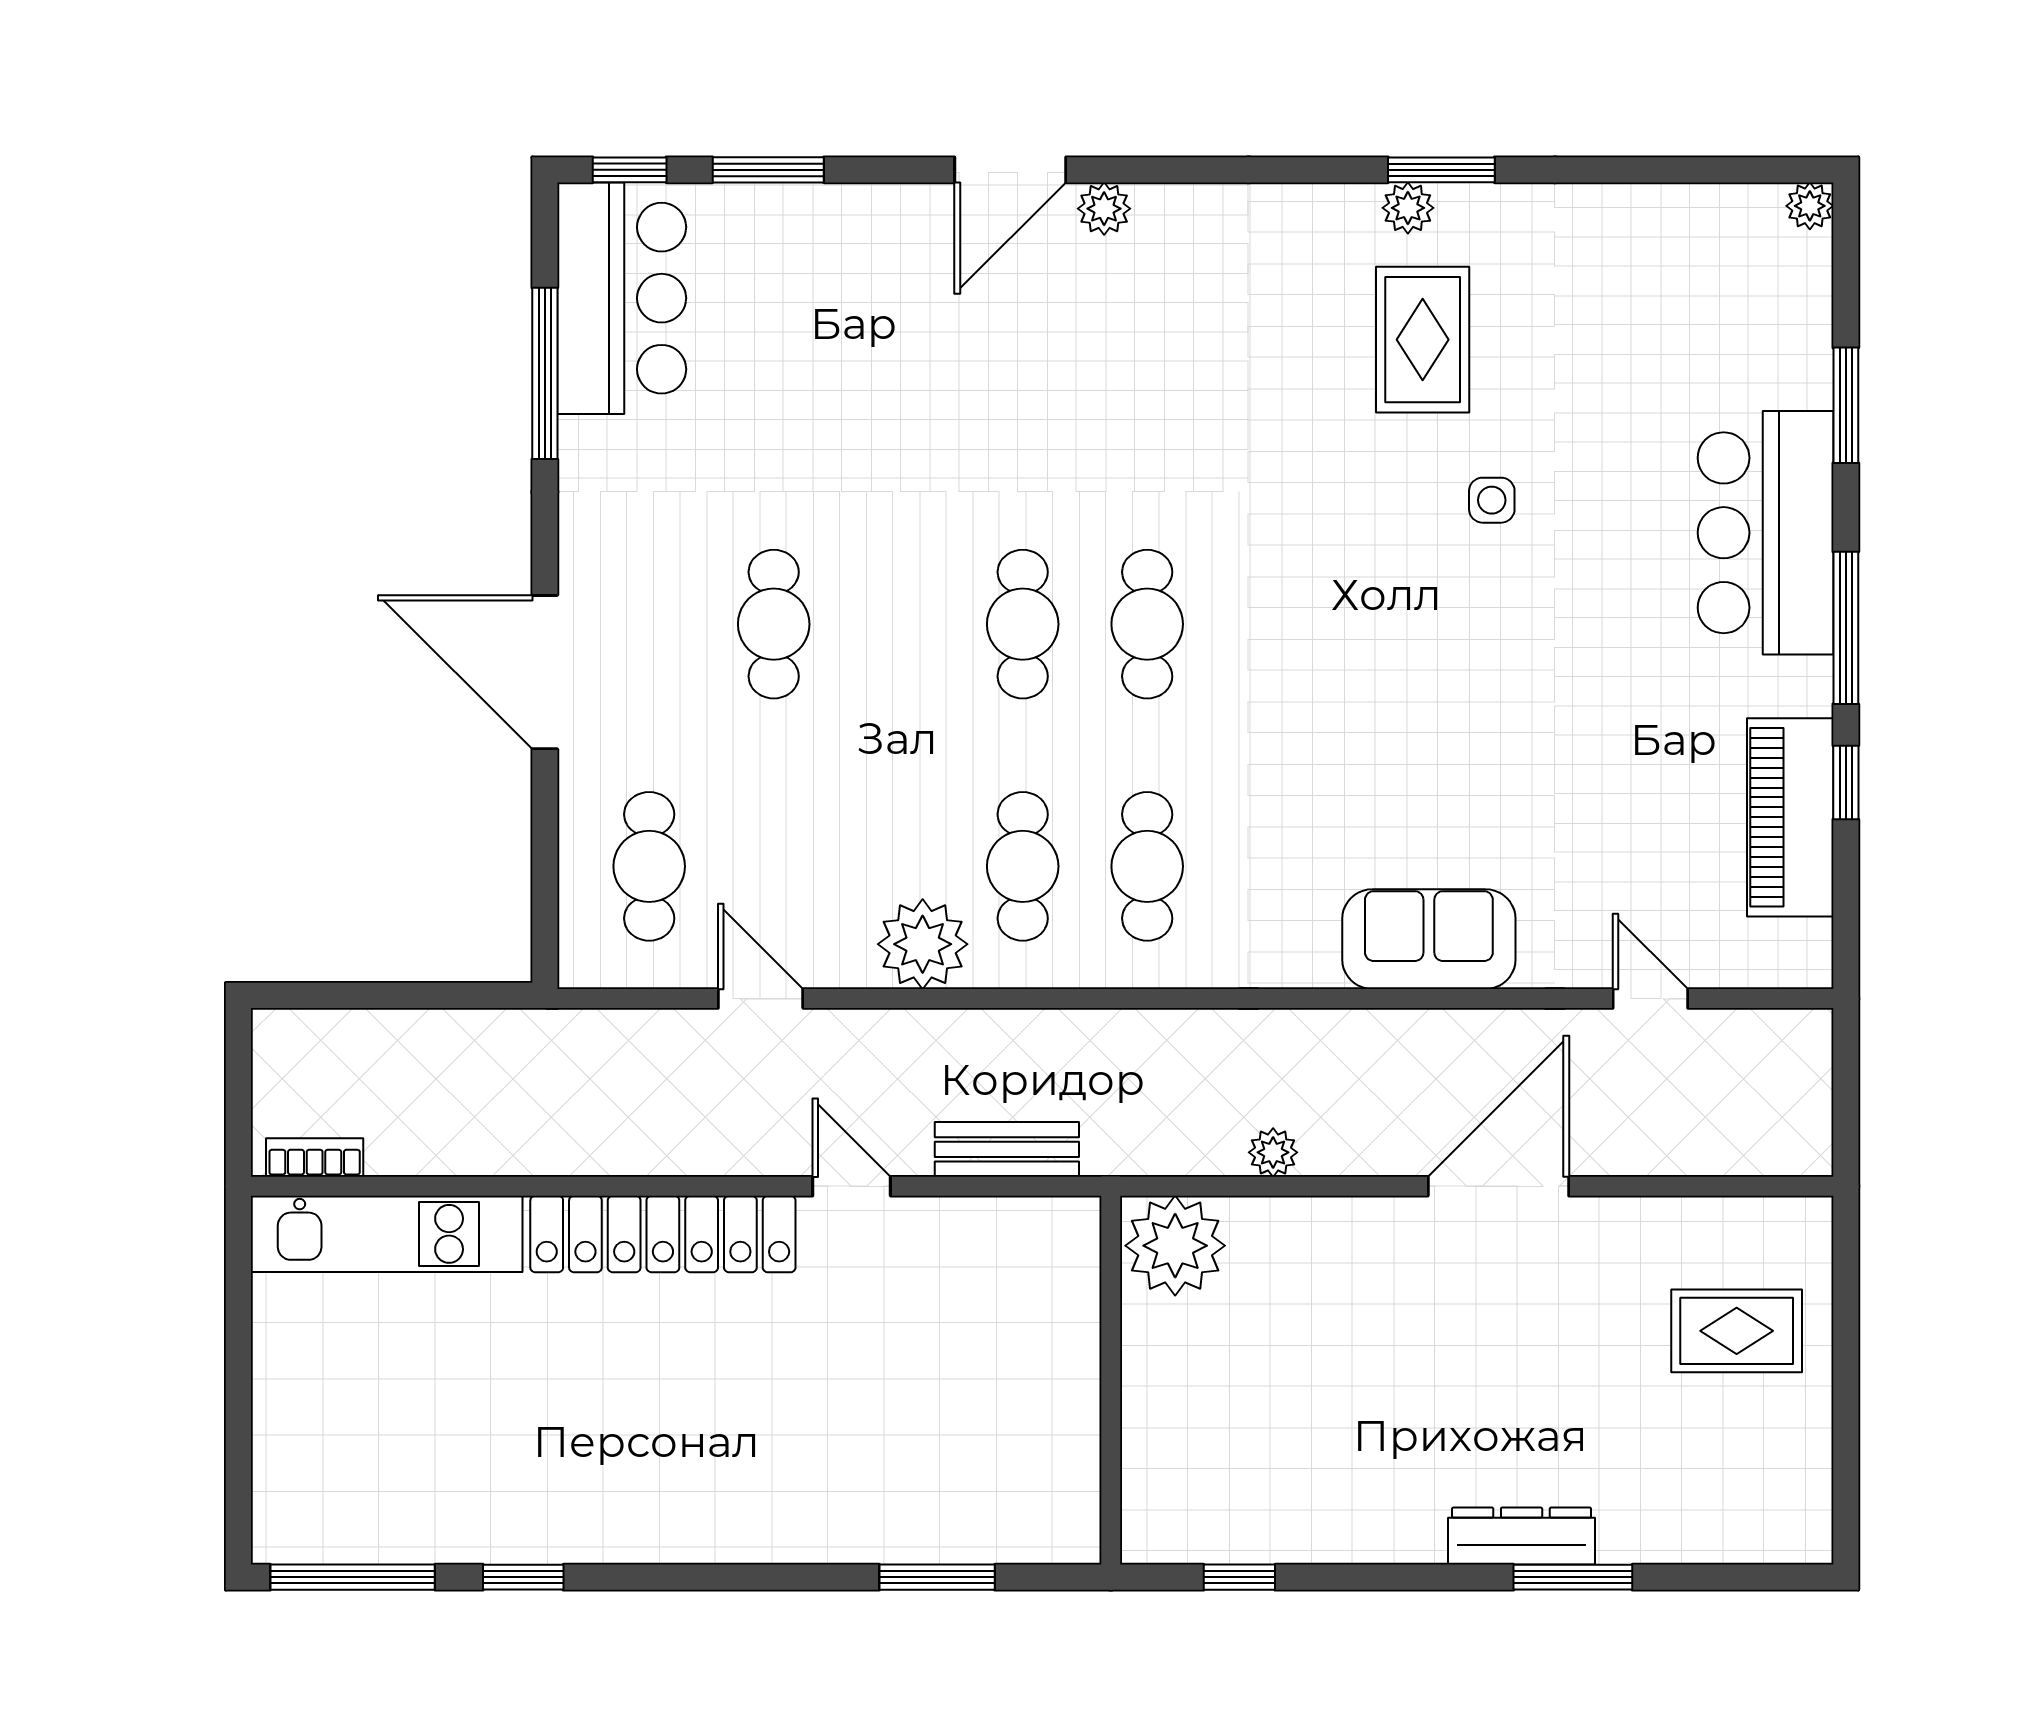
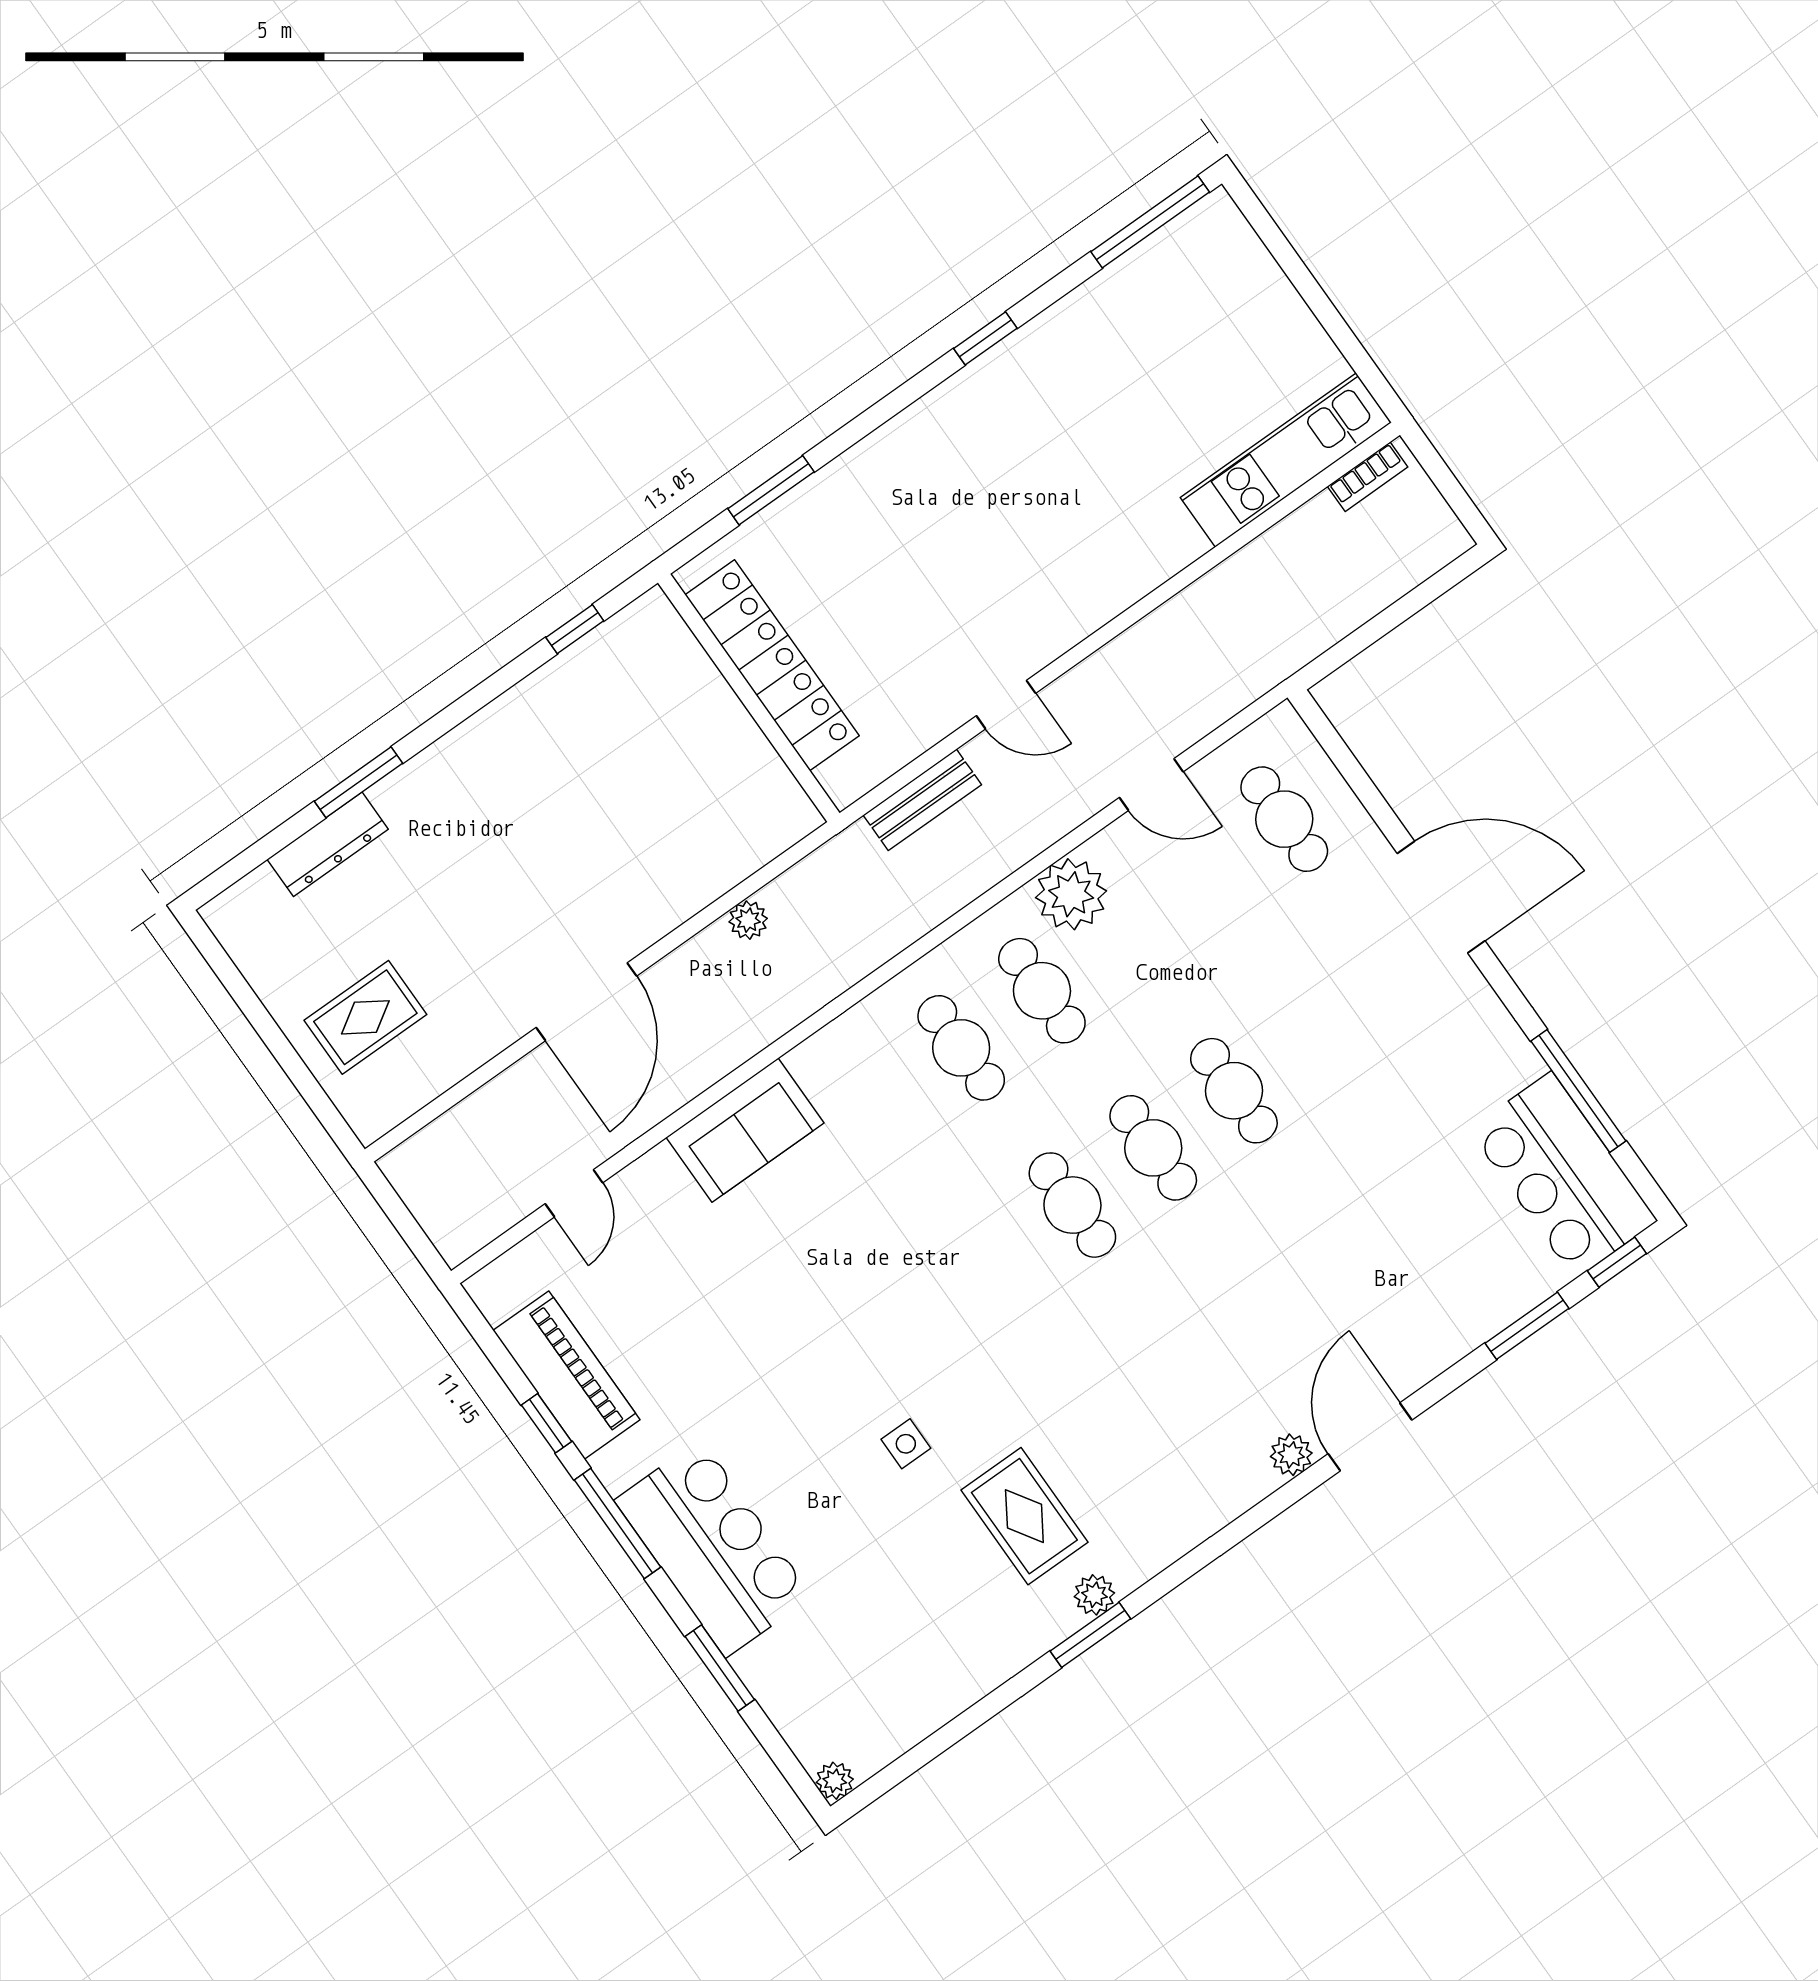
cafe table: (774, 624) -> (1234, 1091), moved
door: (1650, 999) -> (574, 1193), hinge flipped
locker: (663, 1234) -> (772, 665), moved, turned 90
plant: (1175, 1246) -> (769, 815), removed
dresser: (1522, 1536) -> (328, 844), moved
window: (523, 1577) -> (985, 338), moved

